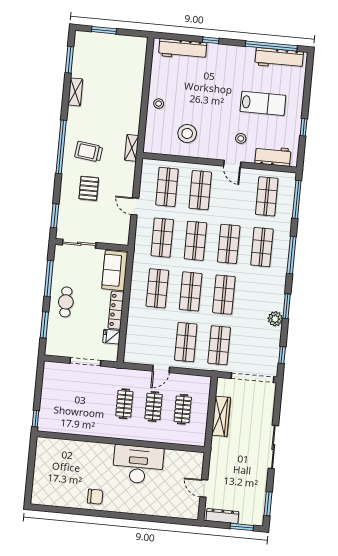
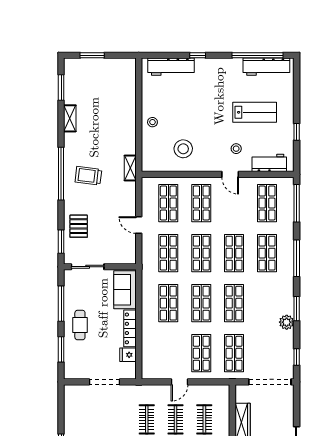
pallet: (89, 188) -> (79, 226), moved

